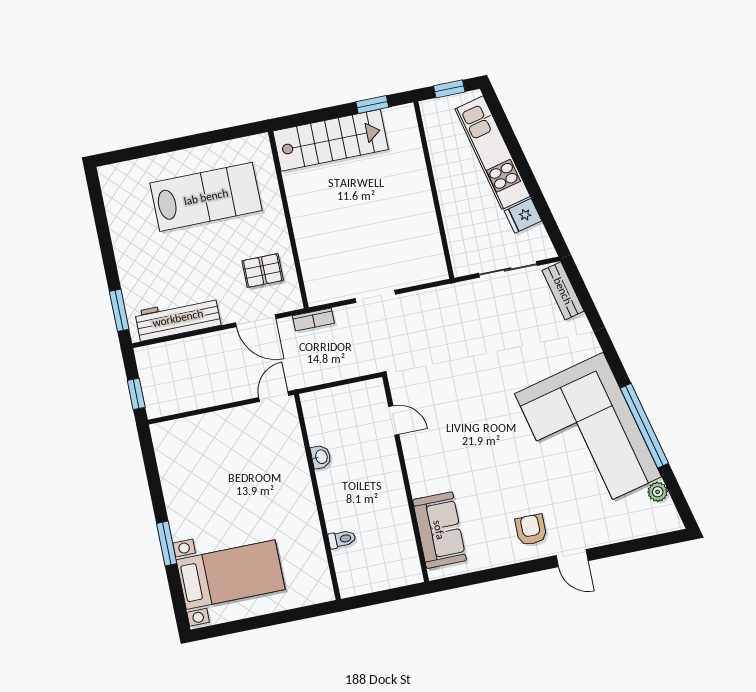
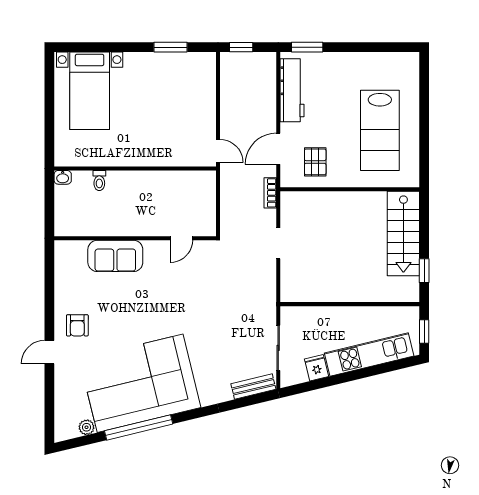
washbasin: (321, 457) -> (63, 177), moved
sofa: (439, 530) -> (115, 256), moved
armchair: (531, 530) -> (77, 325), turned 90
window: (167, 543) -> (170, 47), moved

